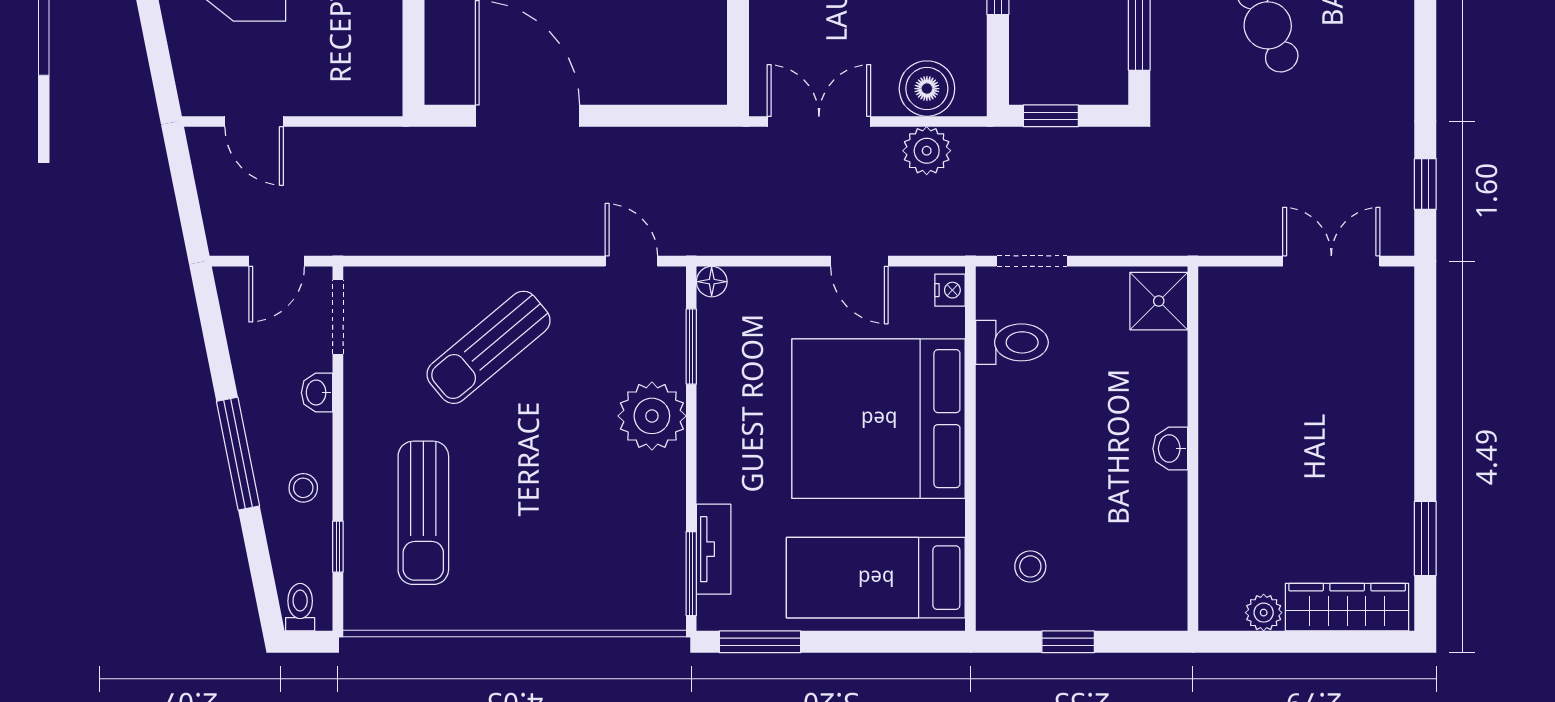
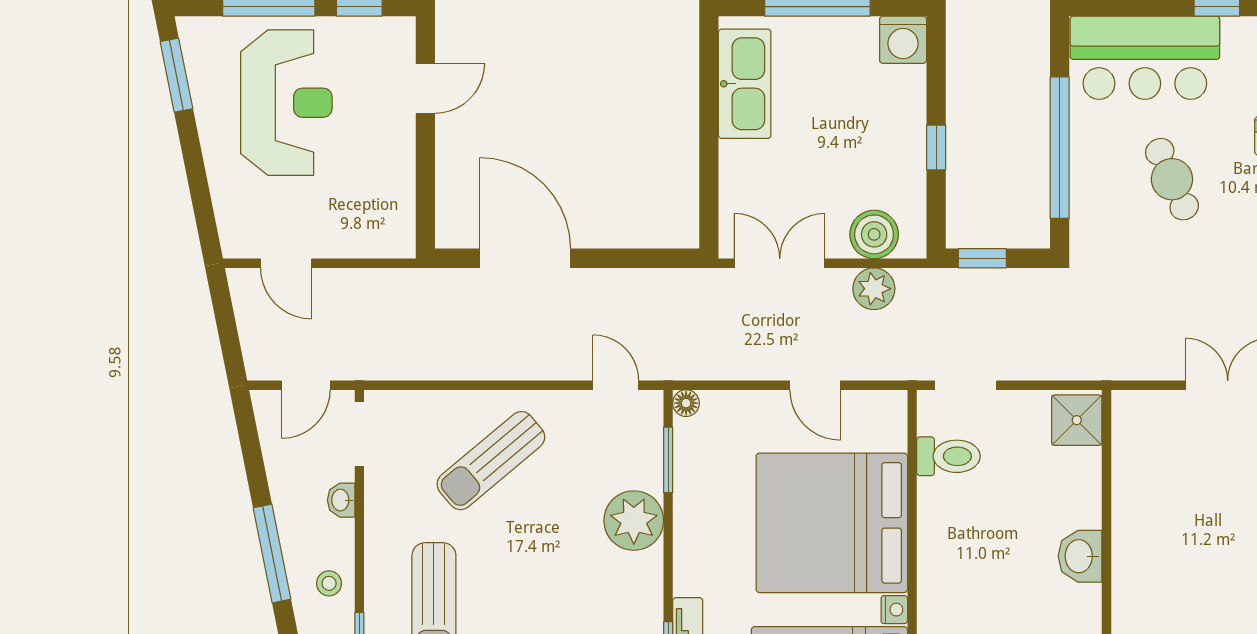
nightstand: (950, 290) -> (894, 610), moved
washbasin: (1170, 449) -> (1080, 556), width x1.38, depth x1.45

